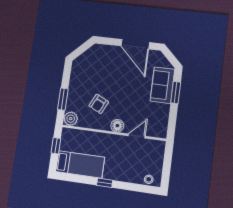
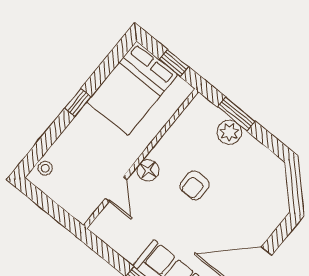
armchair: (99, 104) -> (194, 185), moved, turned -116
plant: (71, 119) -> (229, 132), moved
bed: (80, 164) -> (132, 88), width x1.50

